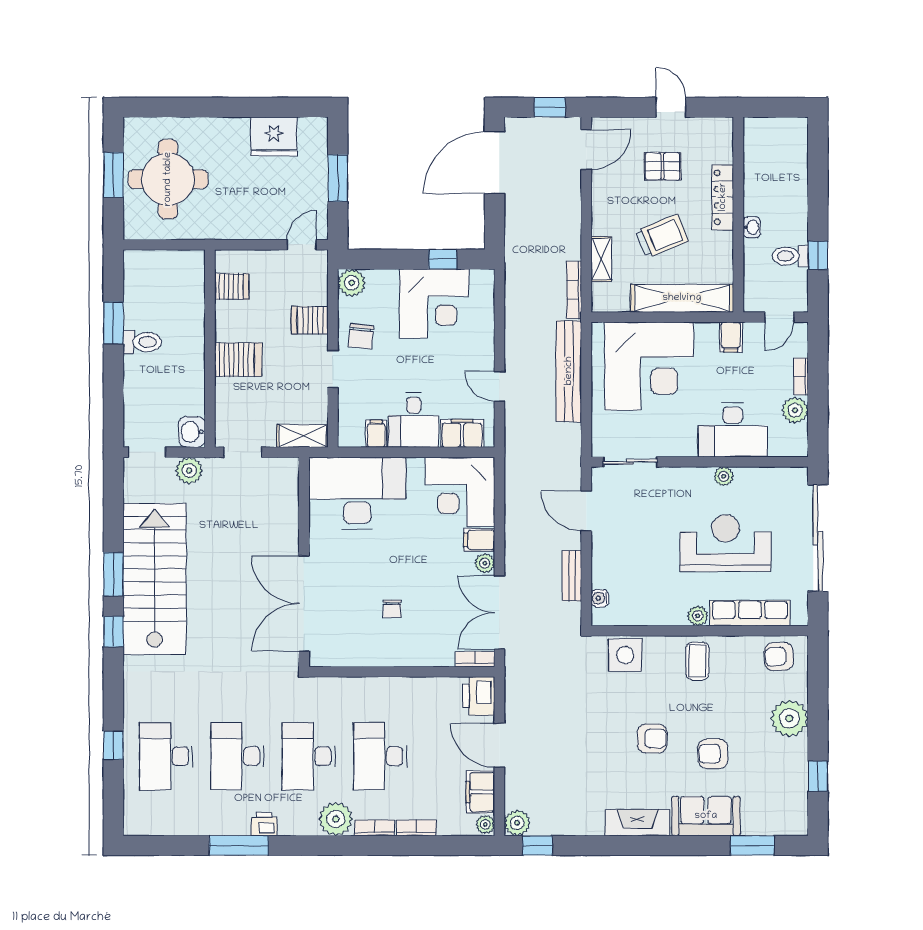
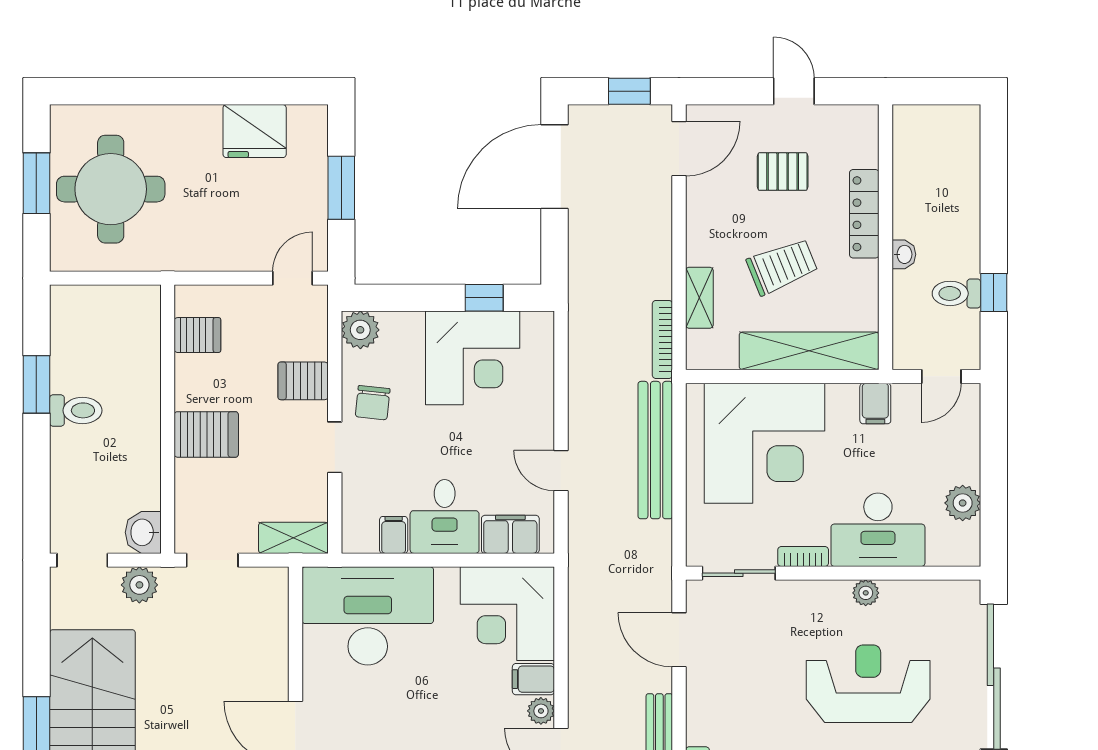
bookcase: (801, 376) -> (803, 557), moved, turned 90

